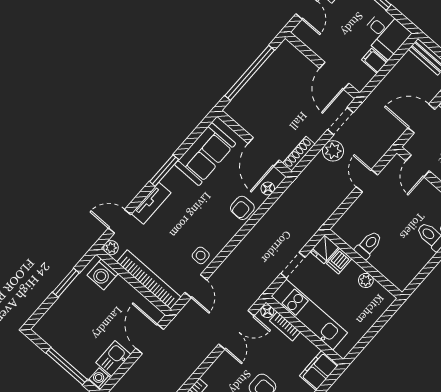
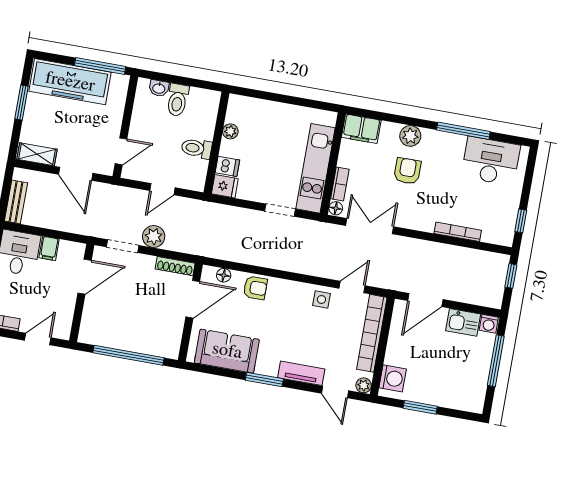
toilet: (368, 245) -> (197, 148), moved
fridge: (324, 249) -> (225, 186), moved
dishwasher: (339, 261) -> (227, 166), moved
wall: (363, 264) -> (216, 143), moved
plant: (366, 280) -> (230, 131), moved

